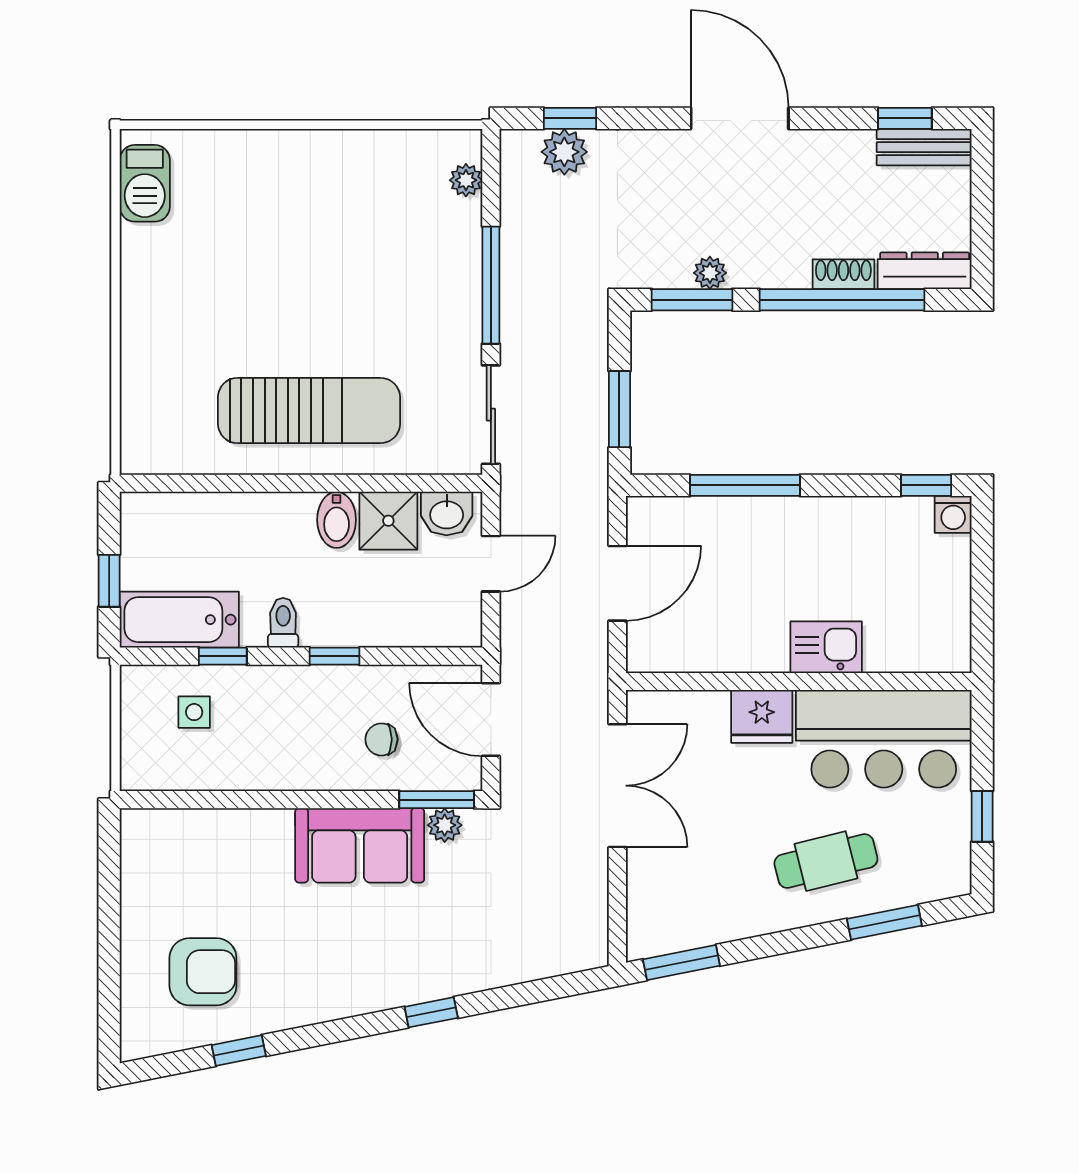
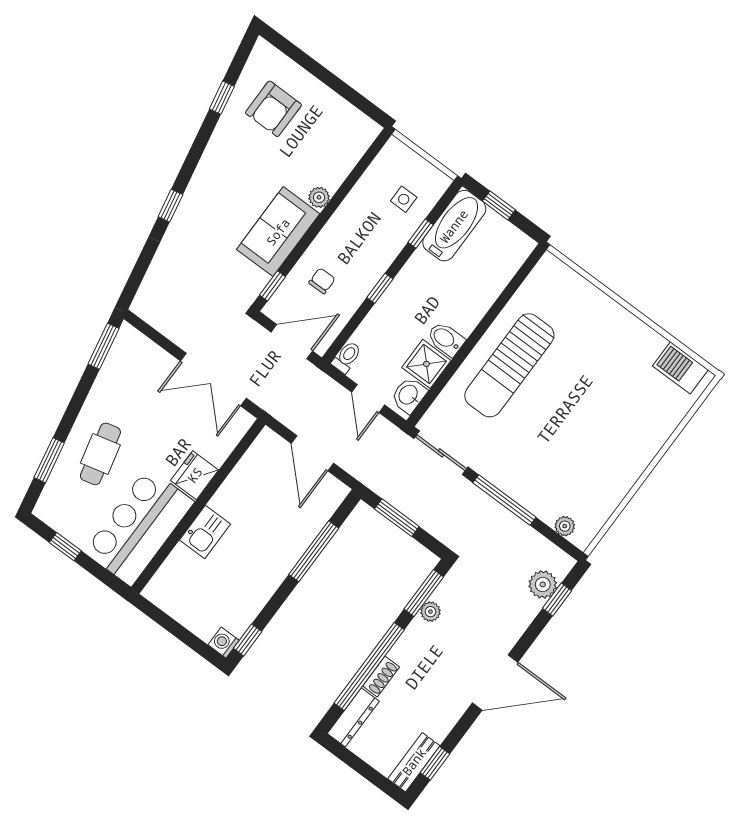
toilet: (283, 623) -> (347, 357), moved, turned -90
window: (437, 800) -> (272, 286), width x0.67
plant: (445, 825) -> (319, 197), moved

